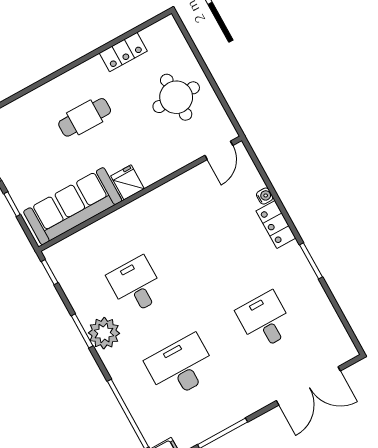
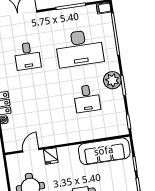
door: (219, 150) -> (31, 150), moved
fridge: (128, 182) -> (51, 156), moved
desk: (181, 367) -> (79, 48), width x1.36, depth x1.30

